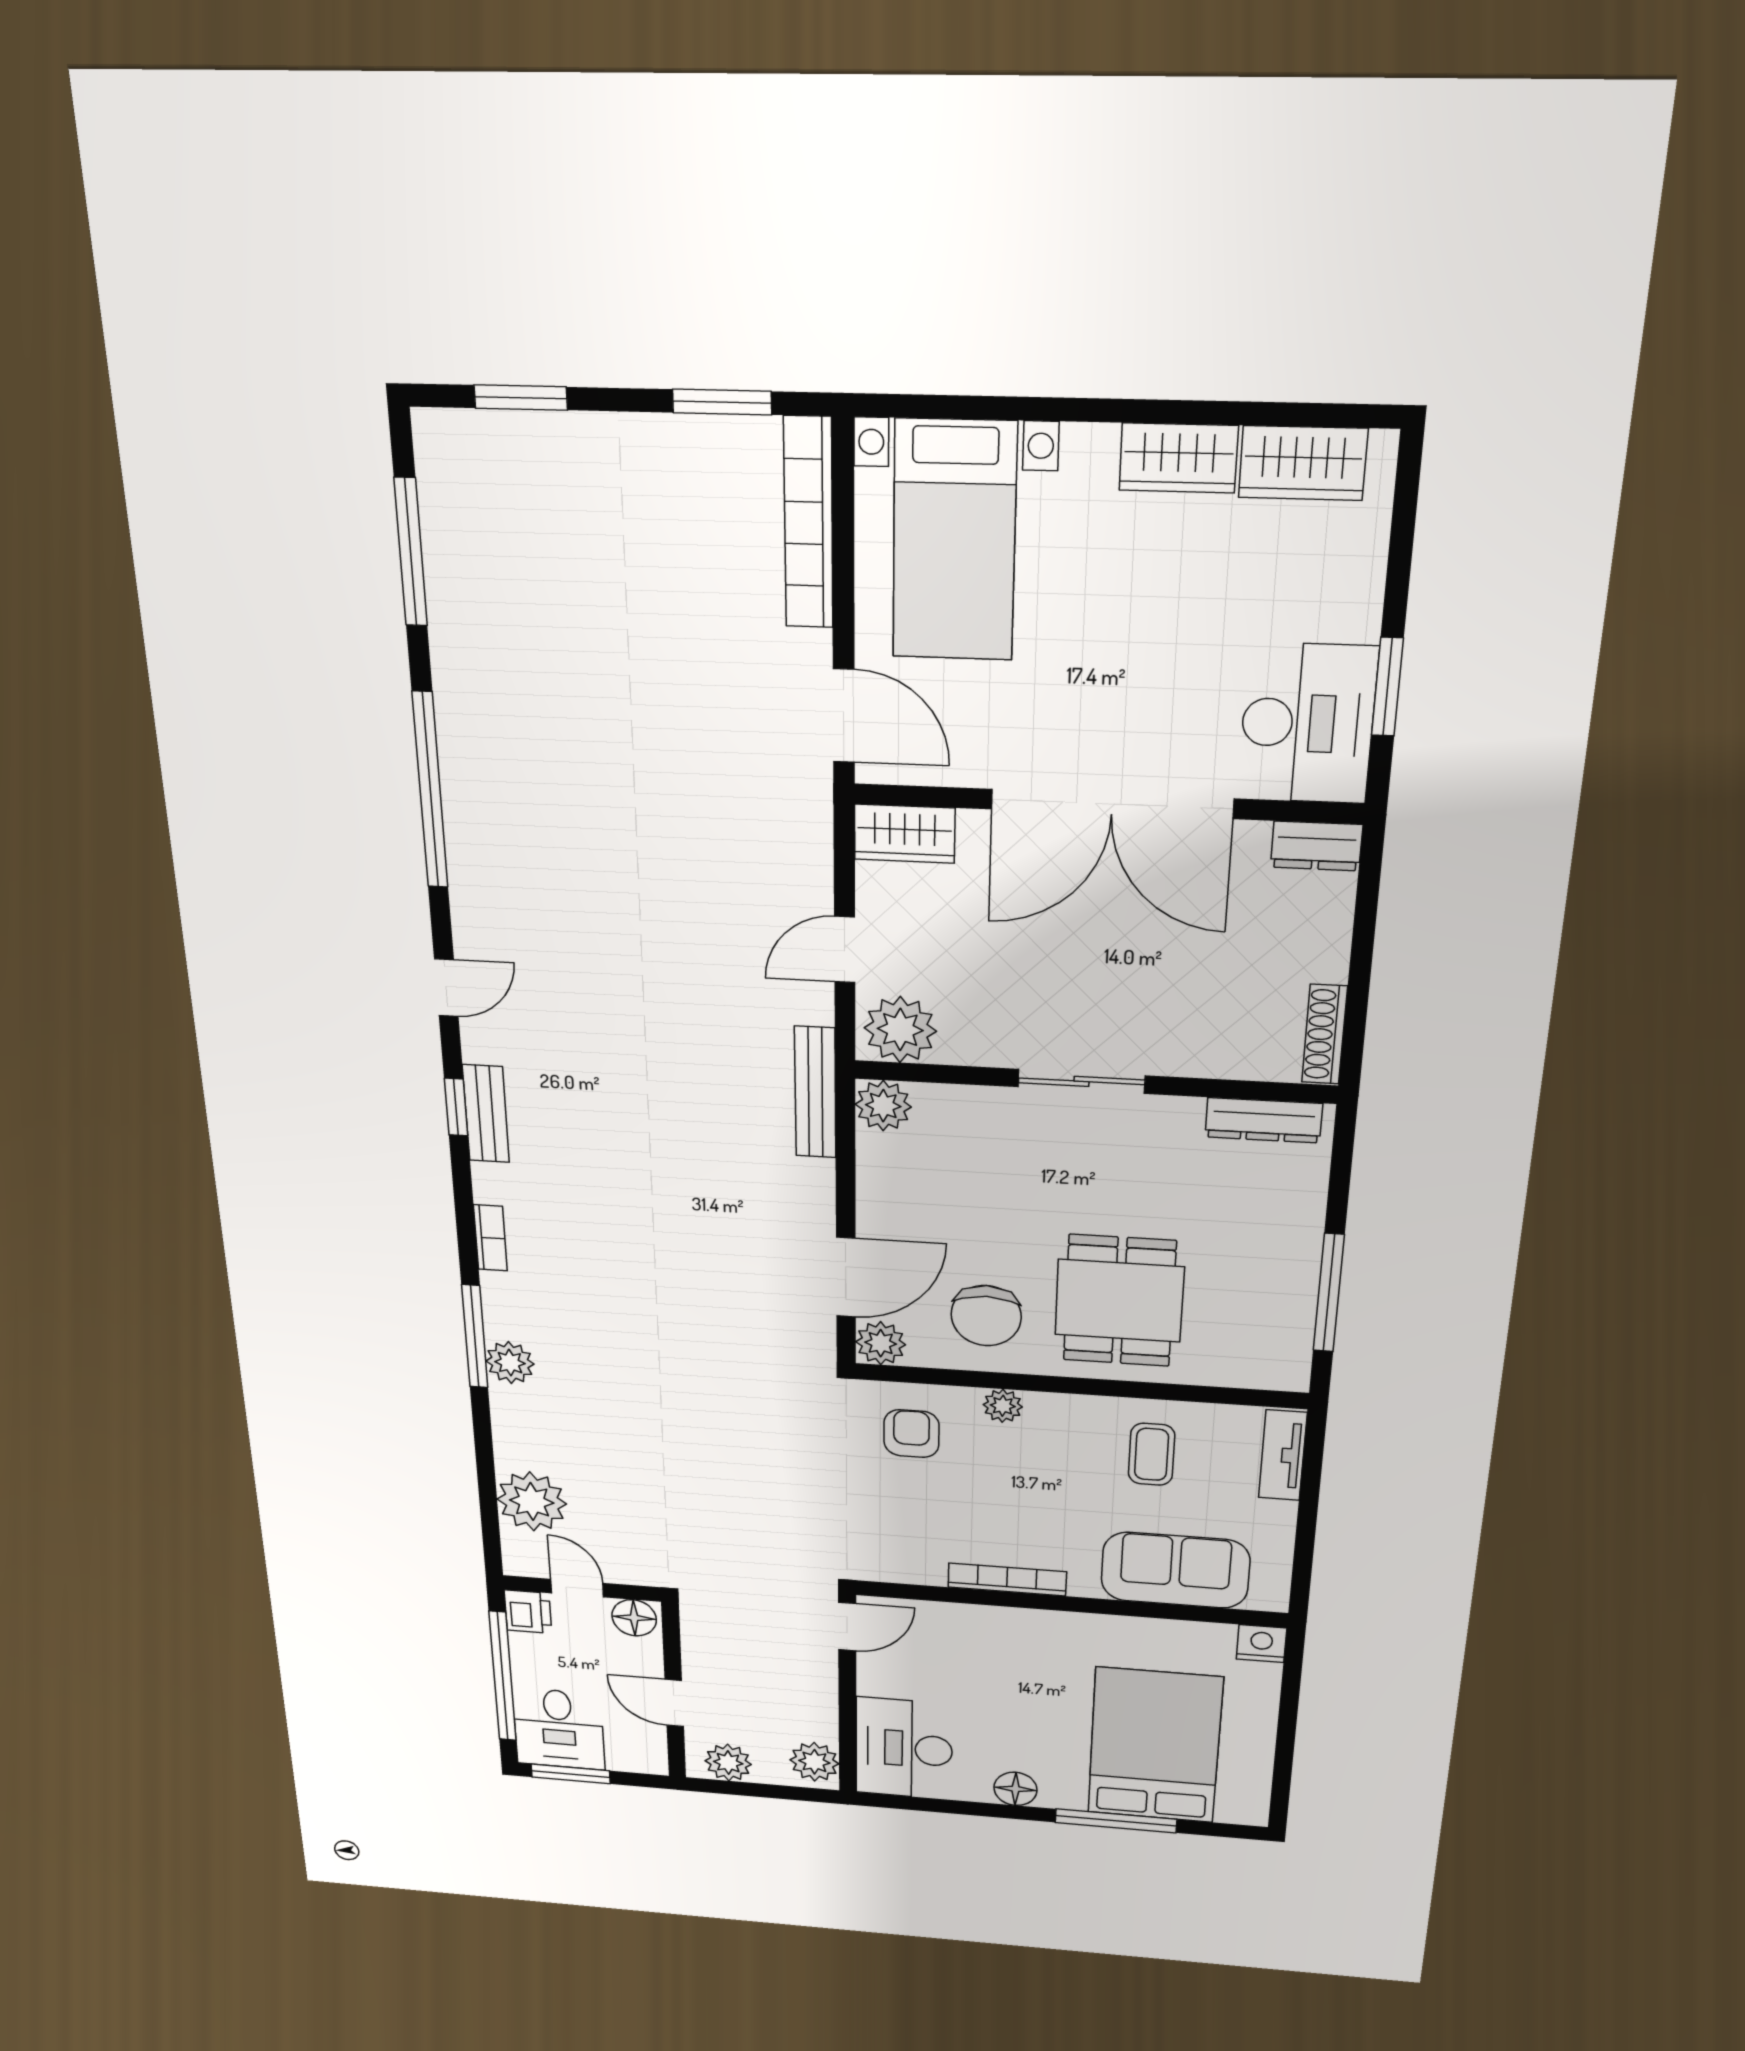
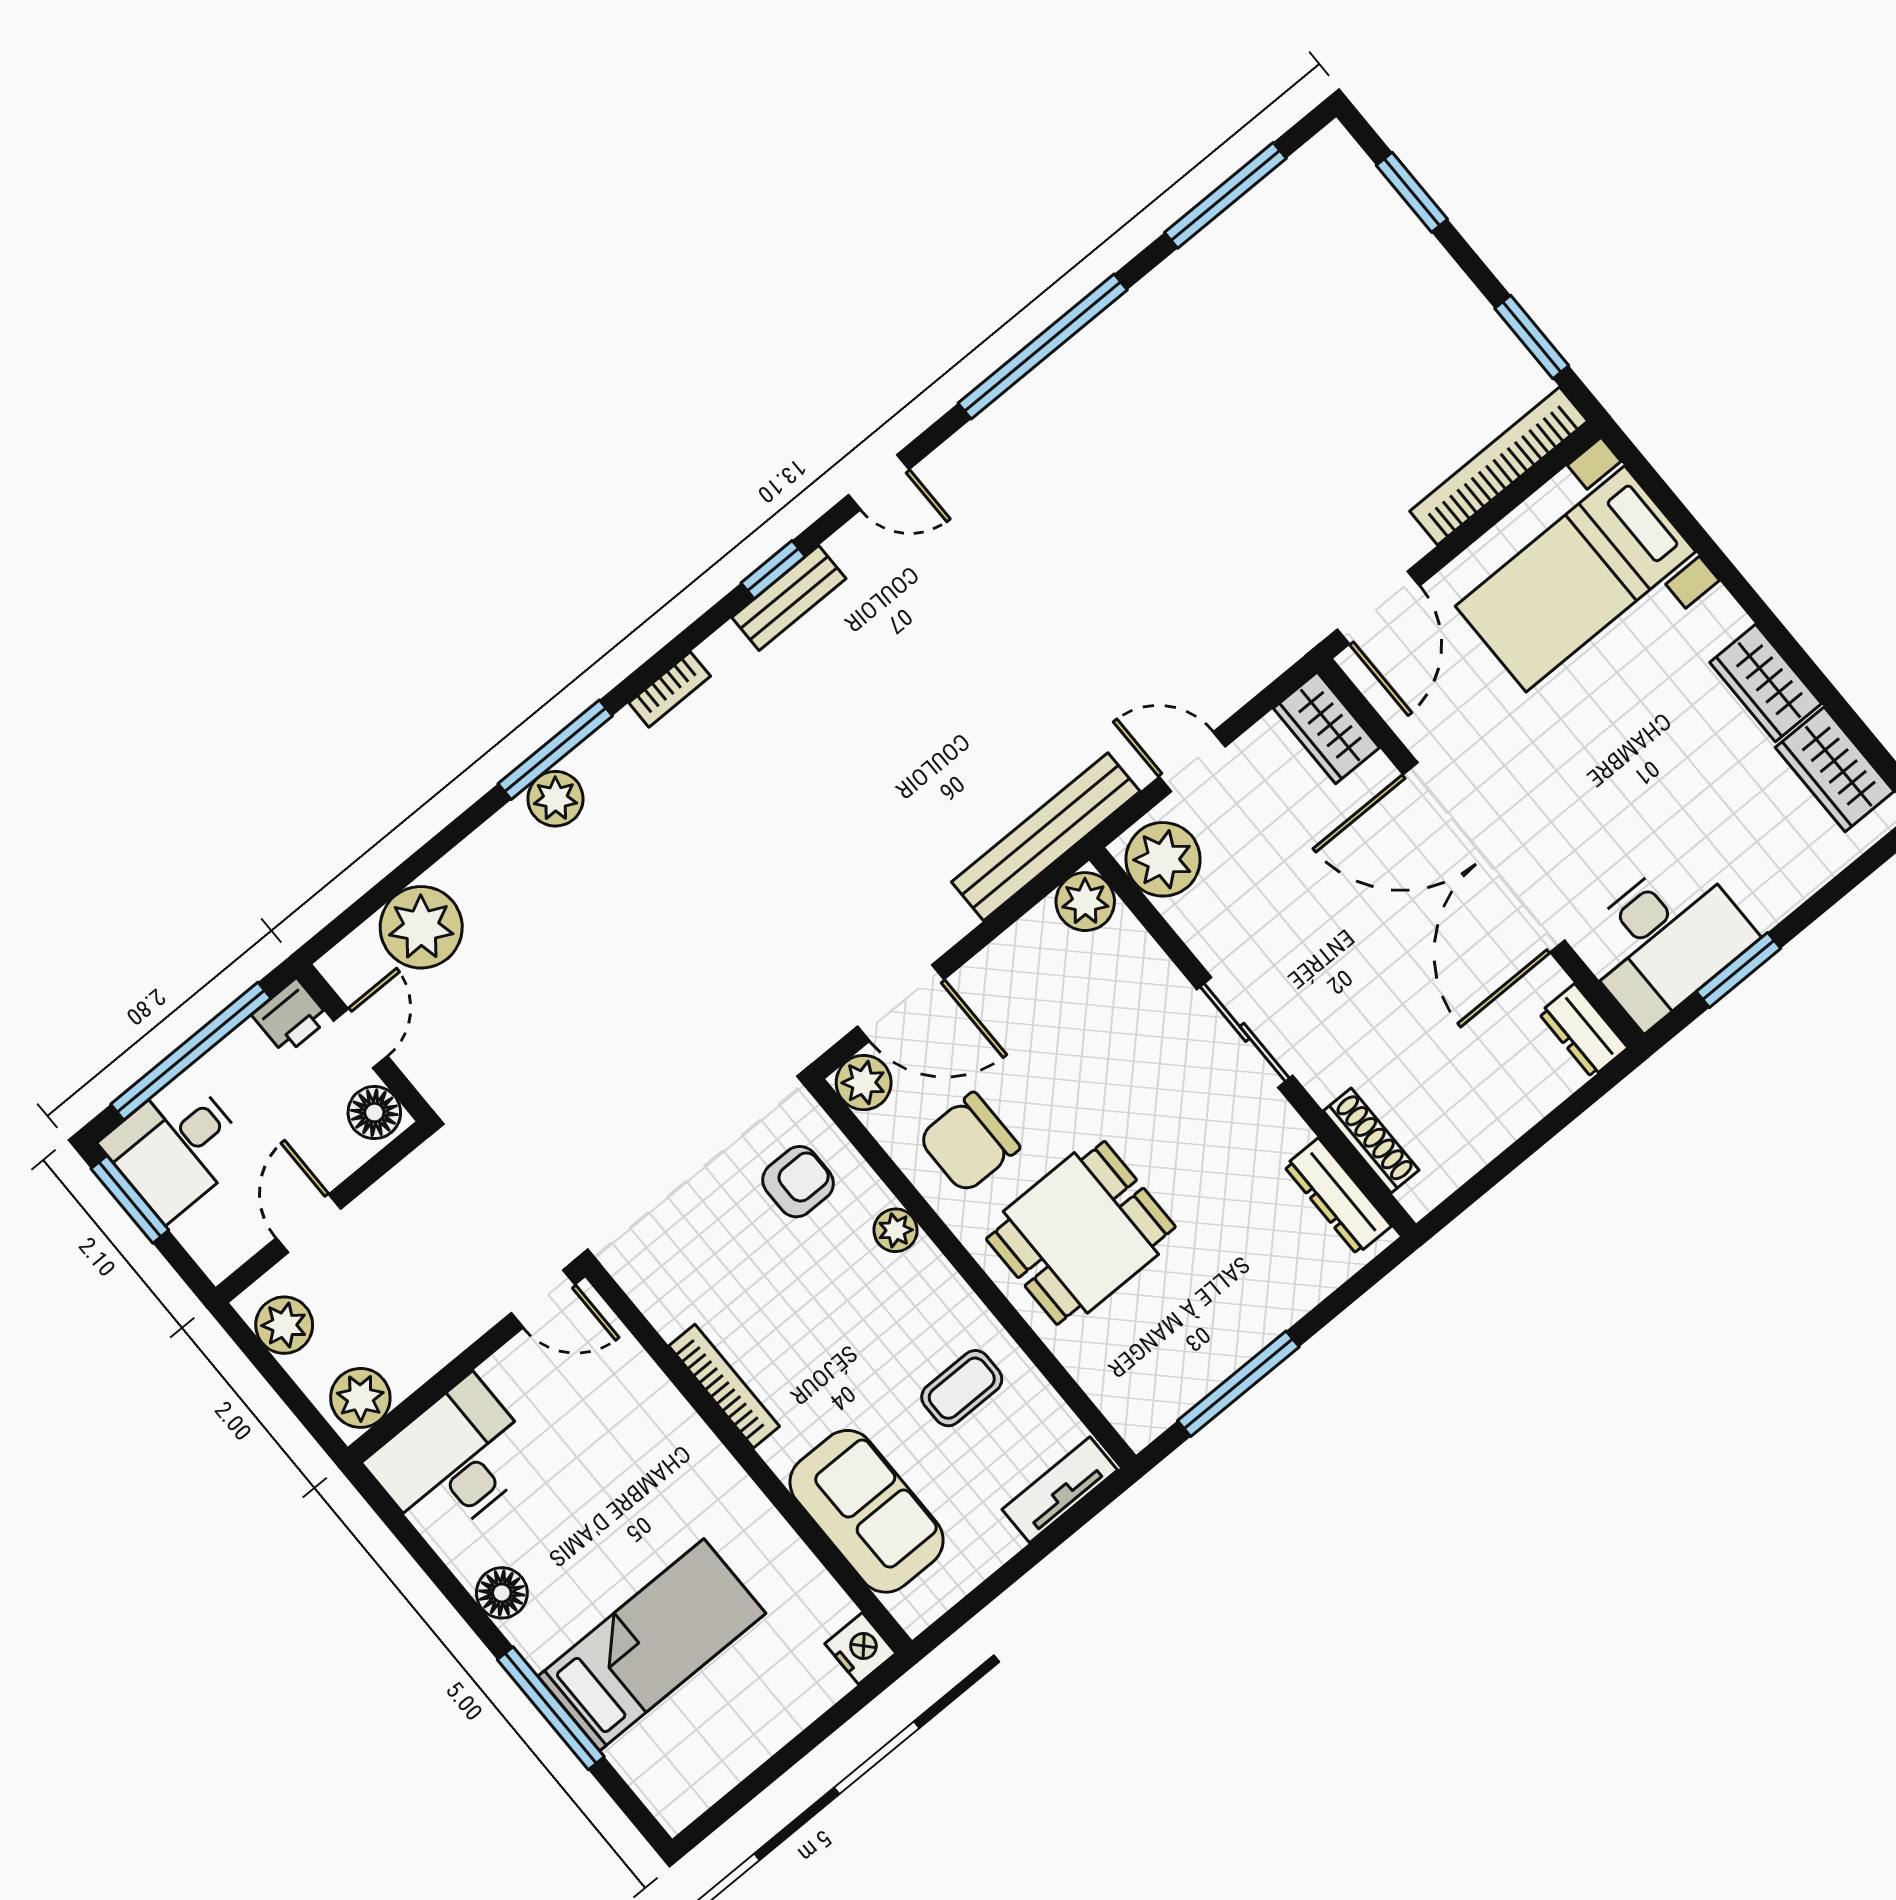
shoe rack: (1325, 1034) -> (1371, 1141), moved, turned 90
bench: (815, 1092) -> (1046, 837), width x1.37, depth x1.21
bed: (1155, 1745) -> (652, 1645), width x0.67

